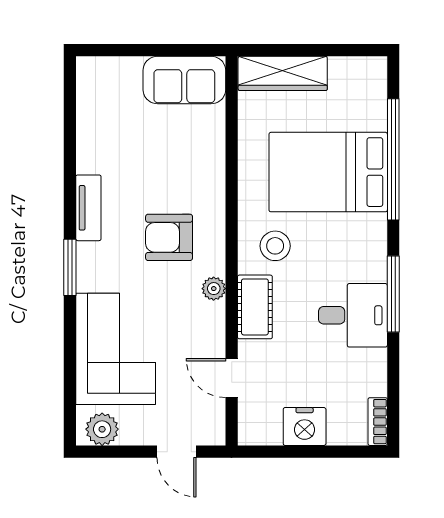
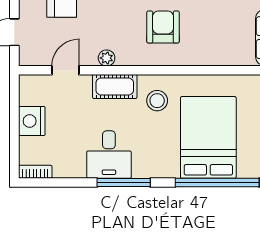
plant: (214, 289) -> (107, 58), moved

